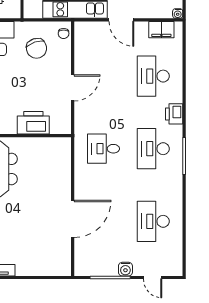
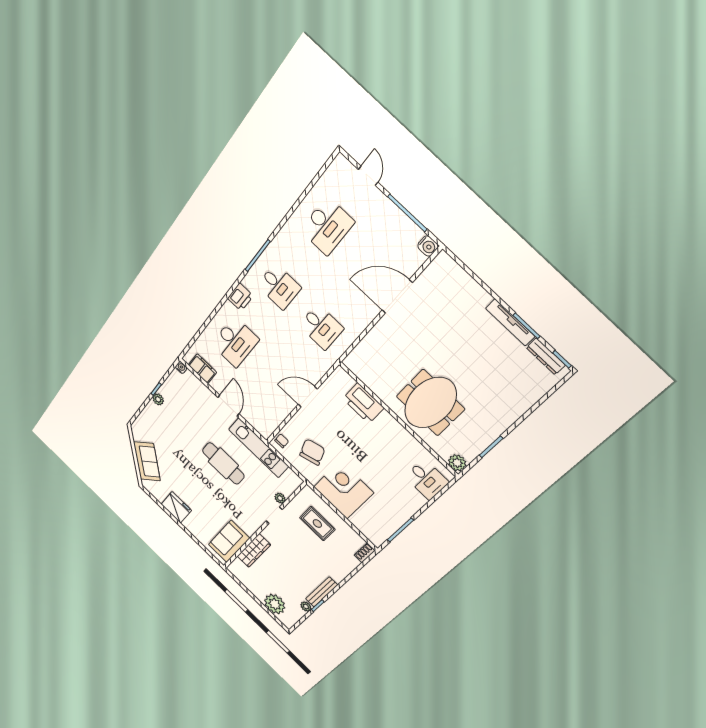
desk: (153, 149) -> (279, 287), width x0.73
water cooler: (125, 269) -> (428, 246), moved, turned 90

